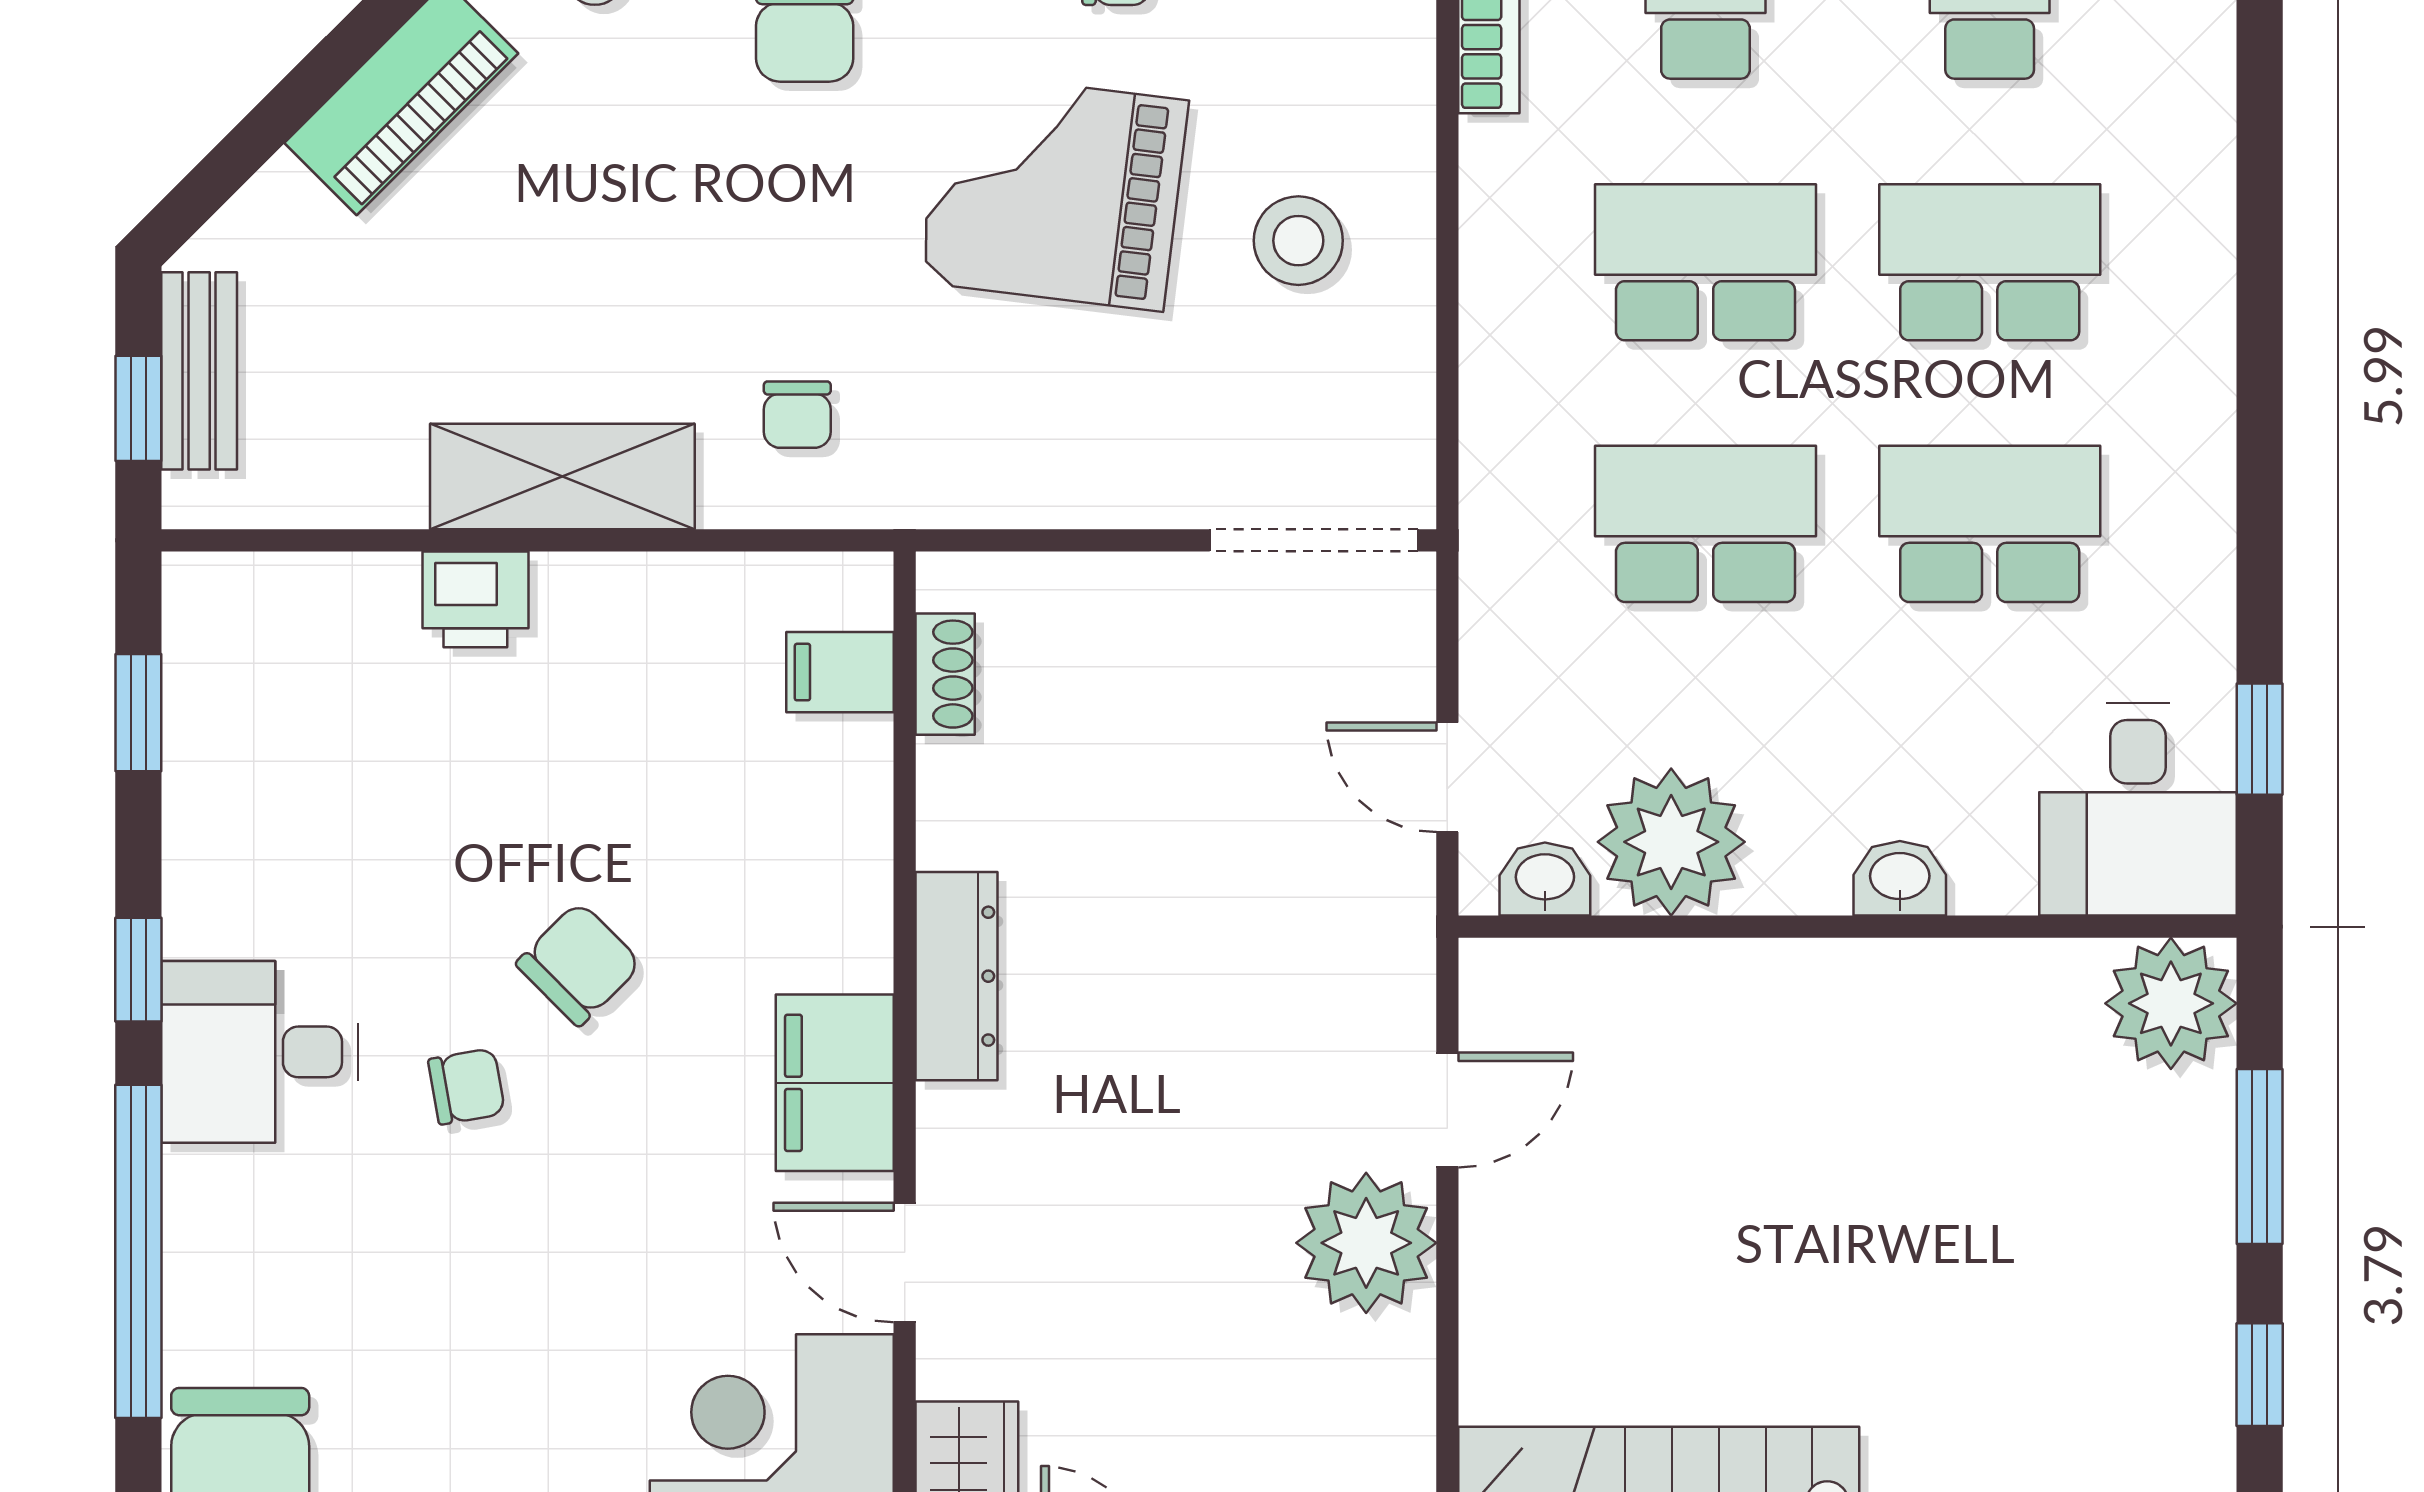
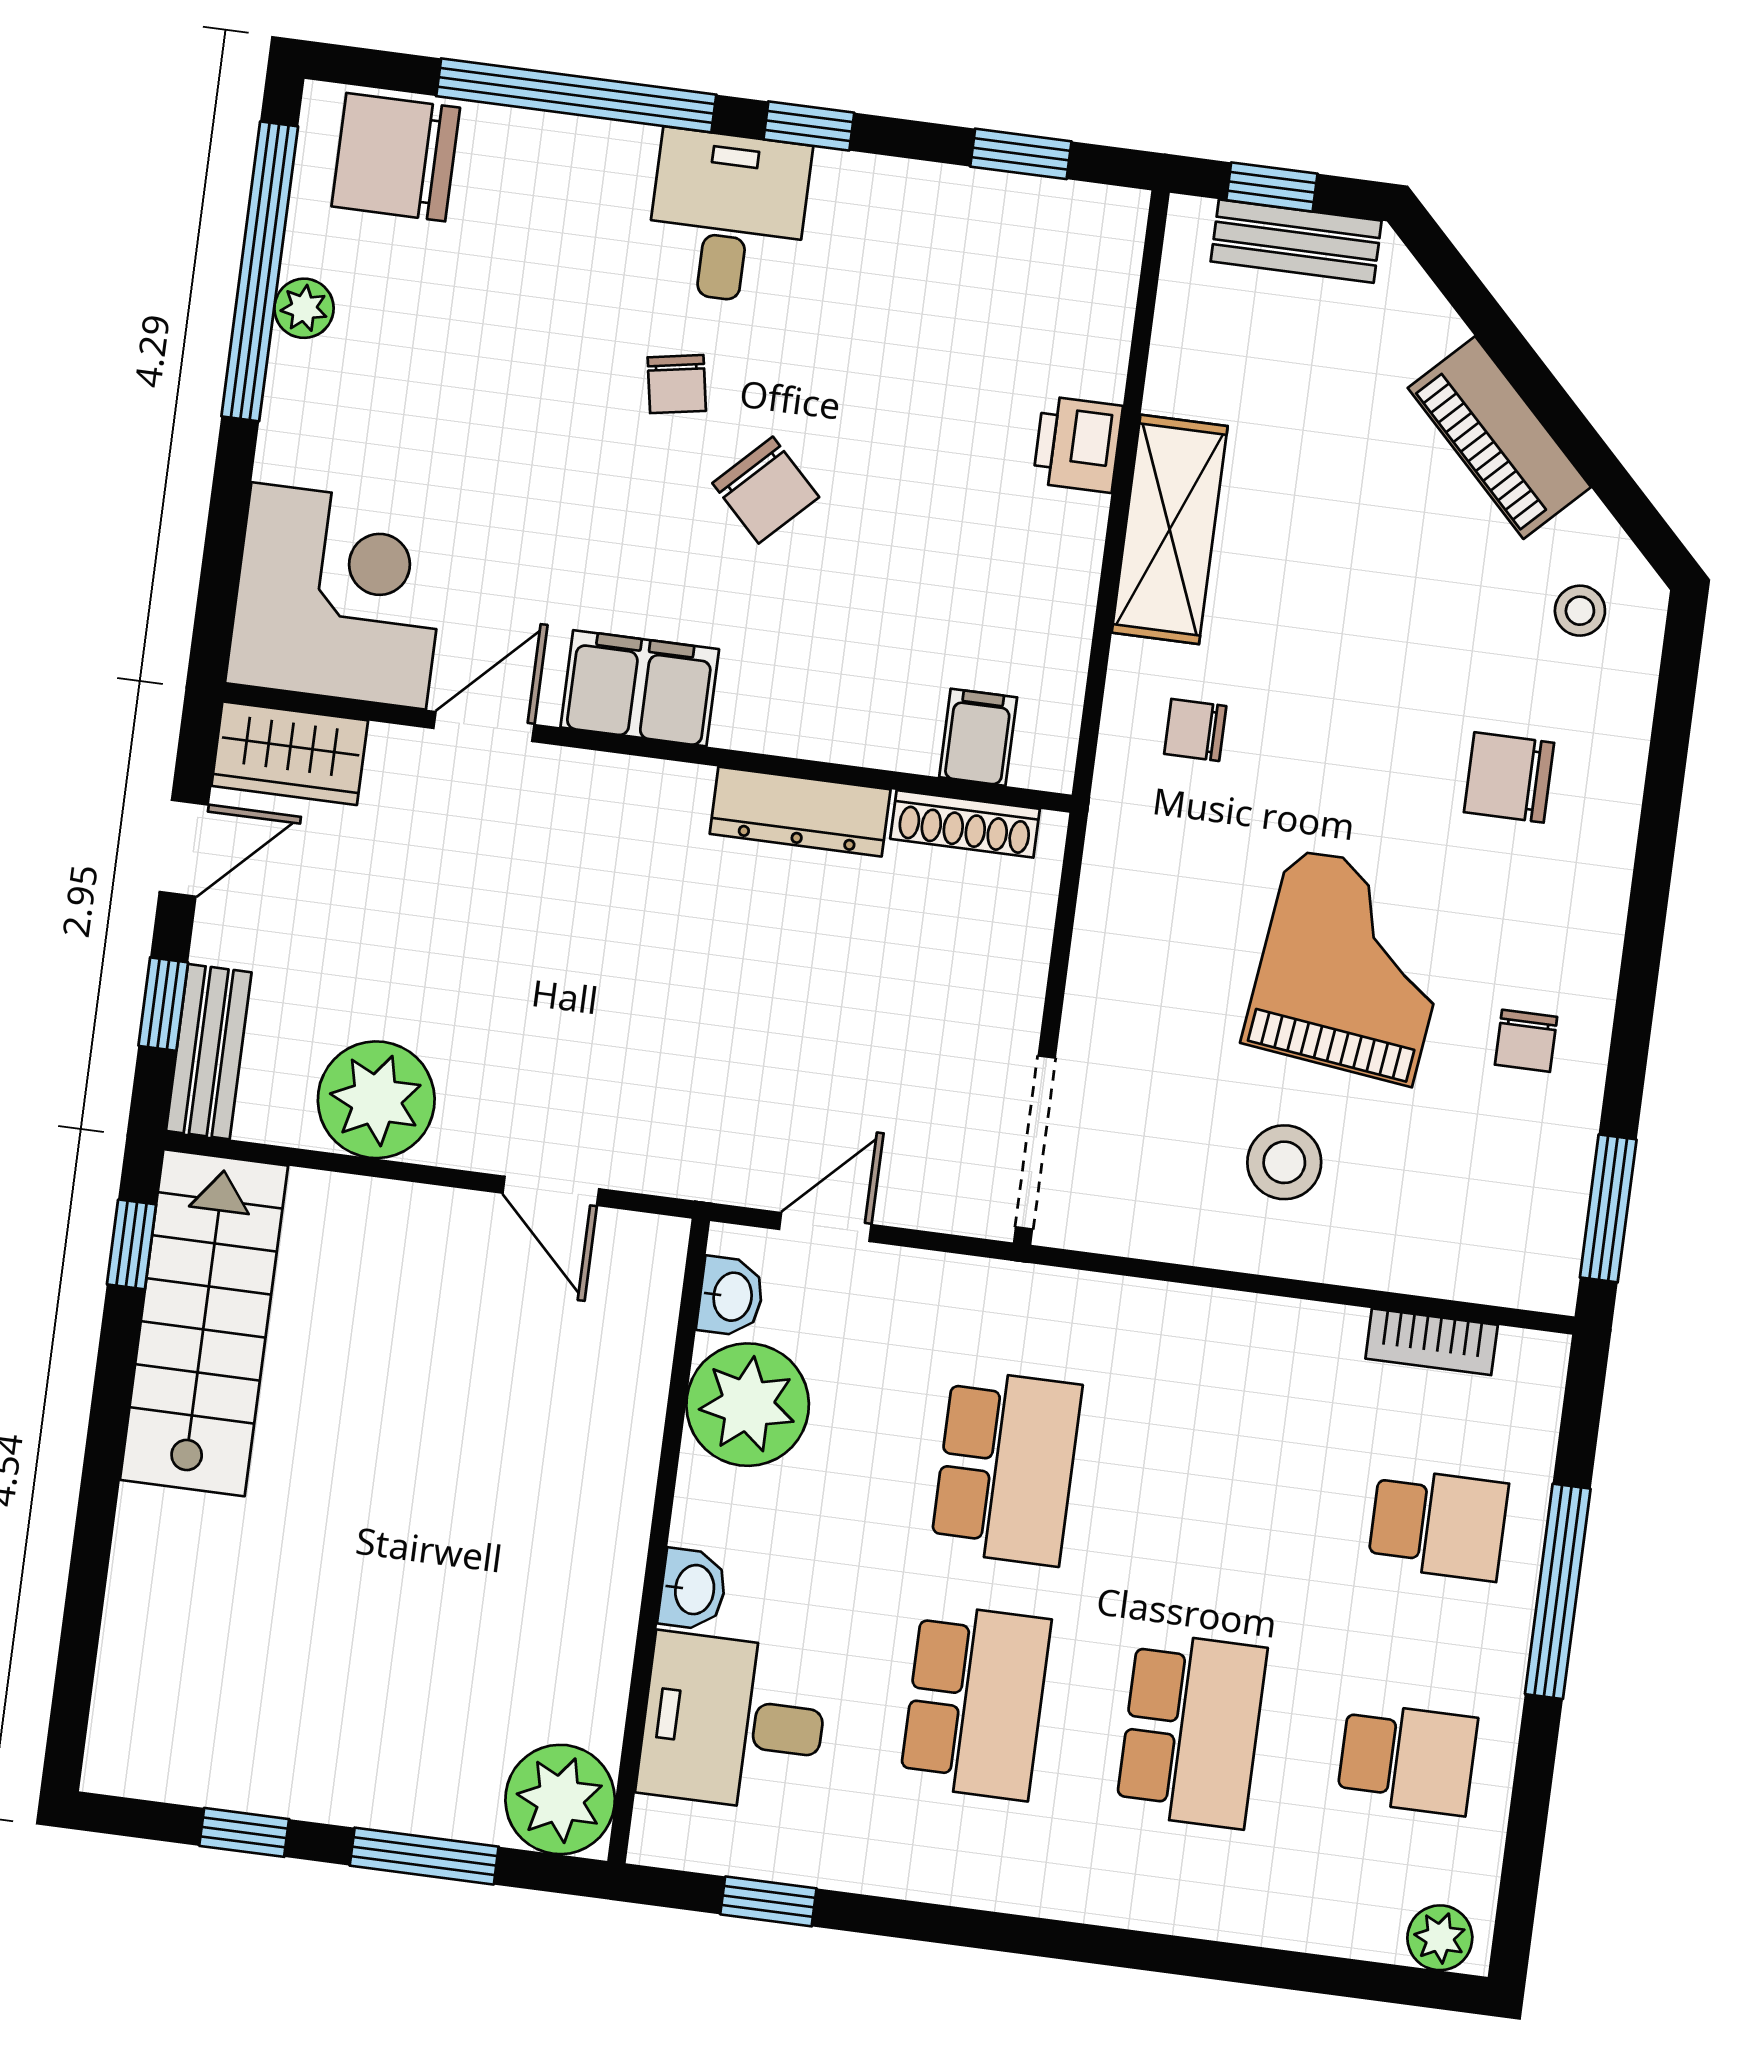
school desk: (1705, 262) -> (1222, 1496), removed
shoe rack: (945, 674) -> (965, 824), width x1.43
desk: (2138, 809) -> (733, 1722), moved
dresser: (956, 976) -> (800, 812), moved
plant: (1366, 1243) -> (376, 1100), moved

